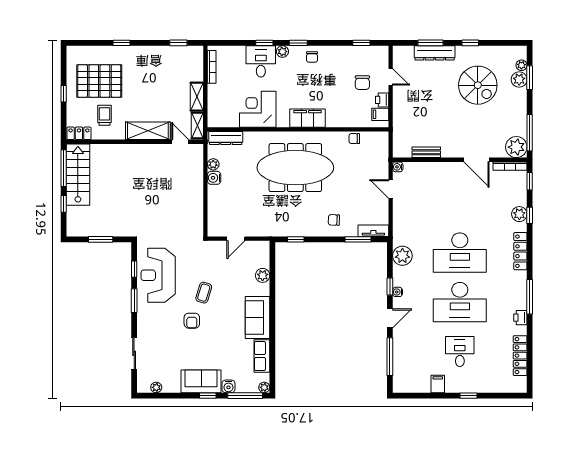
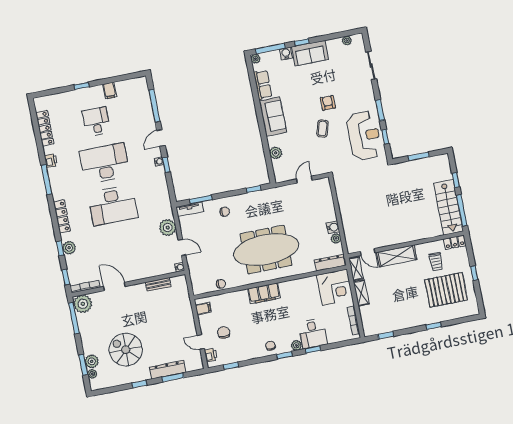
printer: (382, 100) -> (211, 355), moved
corner desk: (258, 109) -> (335, 287), moved
desk: (460, 253) -> (113, 205), turned 180
plant: (402, 256) -> (168, 228), moved
desk: (460, 352) -> (96, 122), turned 180

